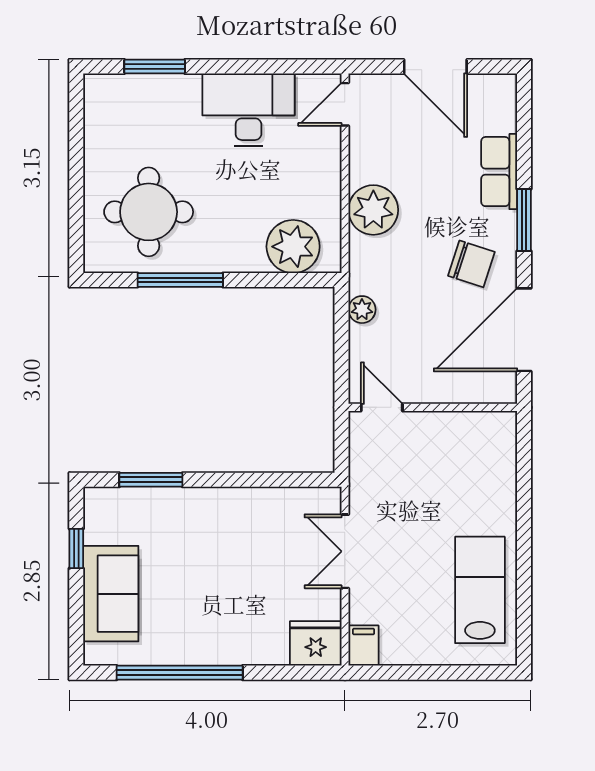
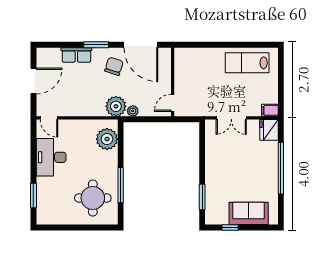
plant: (373, 210) -> (116, 106), moved
window: (180, 673) -> (281, 168), moved

